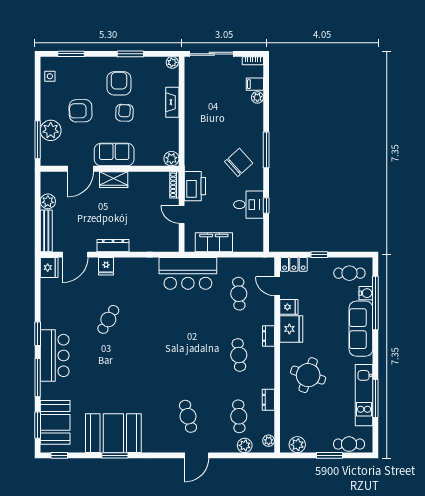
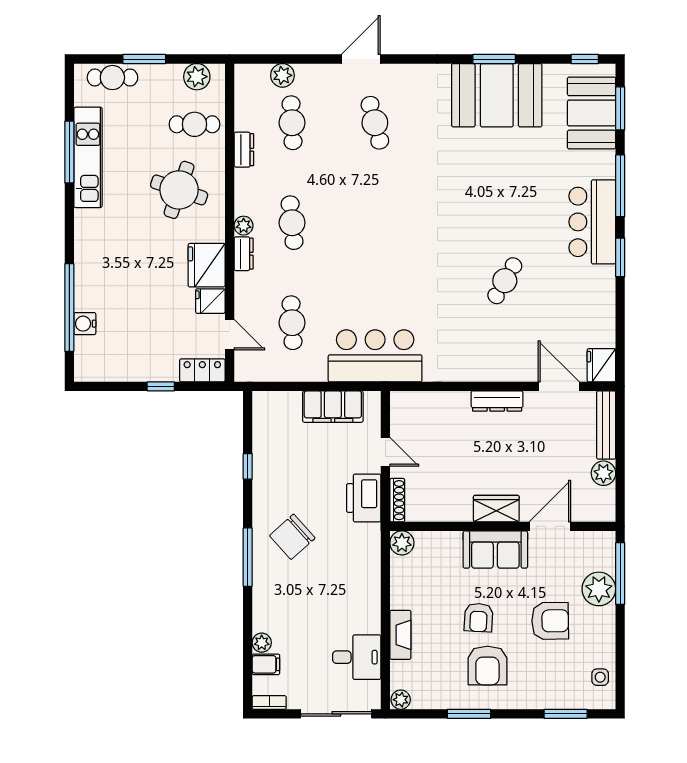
desk: (249, 205) -> (357, 657), moved, turned 180
door: (75, 255) -> (559, 386), hinge flipped
fridge: (106, 266) -> (509, 367), removed
cafe table: (349, 273) -> (194, 124), moved
sofa: (361, 329) -> (93, 266), removed
plant: (269, 441) -> (244, 226), moved

